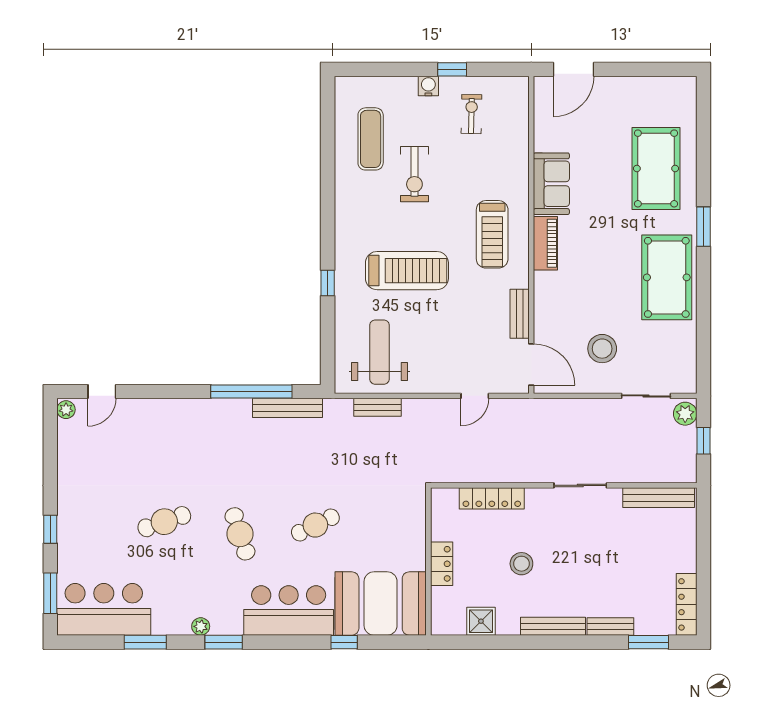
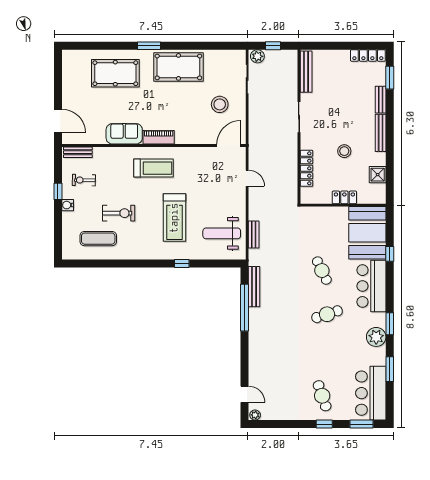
treadmill: (407, 271) -> (174, 218), turned 180
bench: (520, 314) -> (78, 152), moved
cafe table: (164, 522) -> (322, 396), moved
plant: (201, 626) -> (376, 337), width x1.88, depth x1.88

